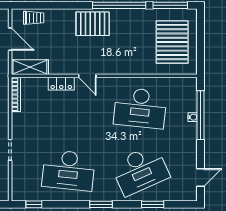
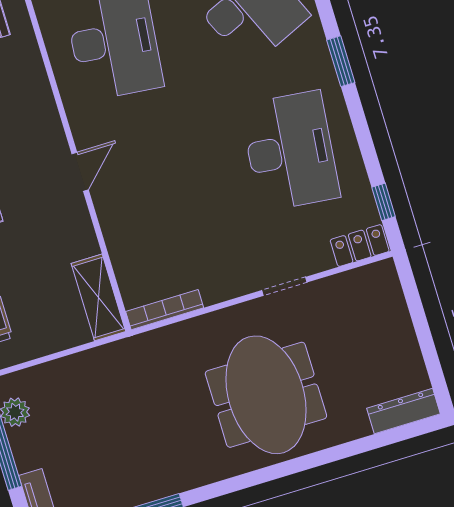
door: (10, 39) -> (52, 357), removed
locker: (61, 84) -> (360, 246), moved, turned -90

